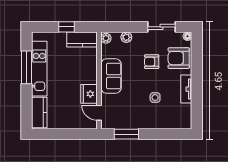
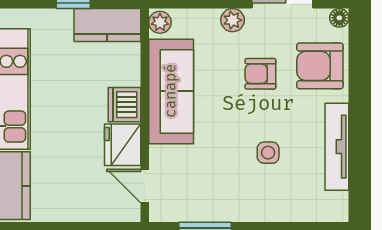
plant: (126, 37) -> (233, 20), moved
dishwasher: (90, 76) -> (124, 105), added
sofa: (111, 76) -> (171, 91), width x1.36
tv unit: (186, 89) -> (337, 147), width x1.41

